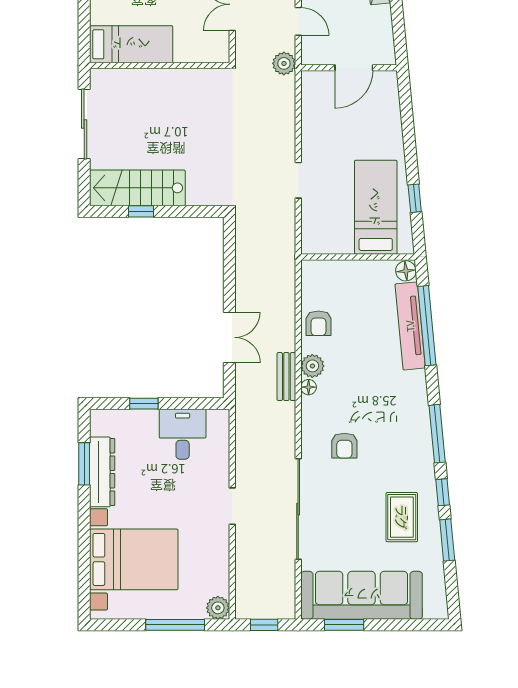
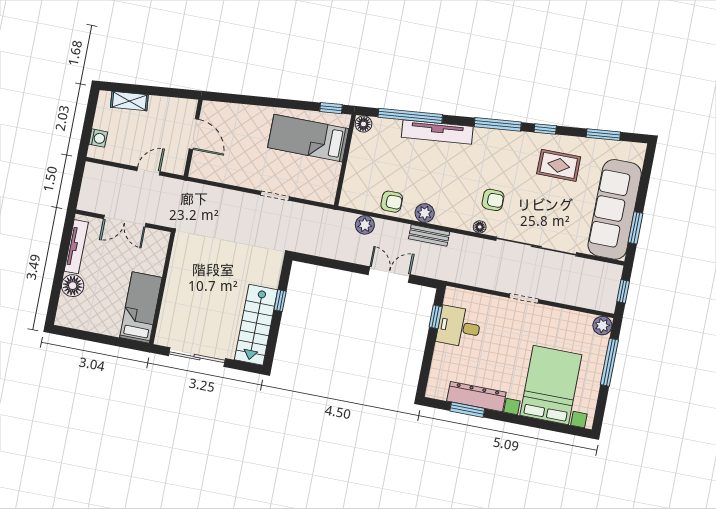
plant: (284, 63) -> (365, 225), moved
window: (415, 198) -> (331, 108), moved
window: (141, 211) -> (280, 301), moved
tv unit: (410, 326) -> (437, 132), moved
floor lamp: (309, 387) -> (480, 227), moved
window: (144, 404) -> (436, 317), moved
window: (447, 540) -> (603, 135), moved

